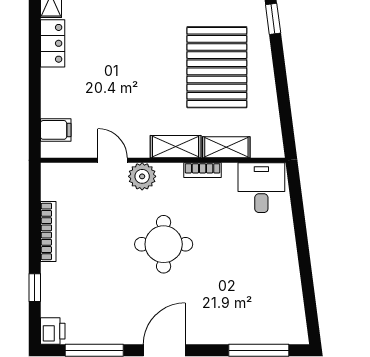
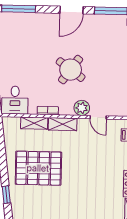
pallet: (217, 67) -> (38, 168), turned 90
round table: (164, 244) -> (71, 70), turned 36

